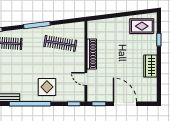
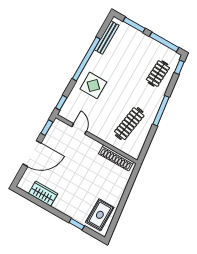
shoe rack: (92, 54) -> (116, 158), moved
wardrobe: (150, 66) -> (43, 194), moved
door: (86, 79) -> (79, 129), hinge flipped

